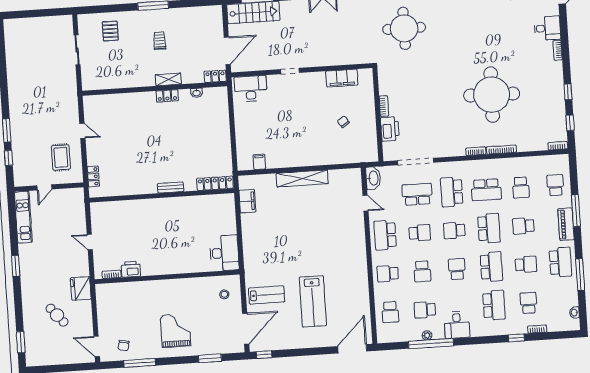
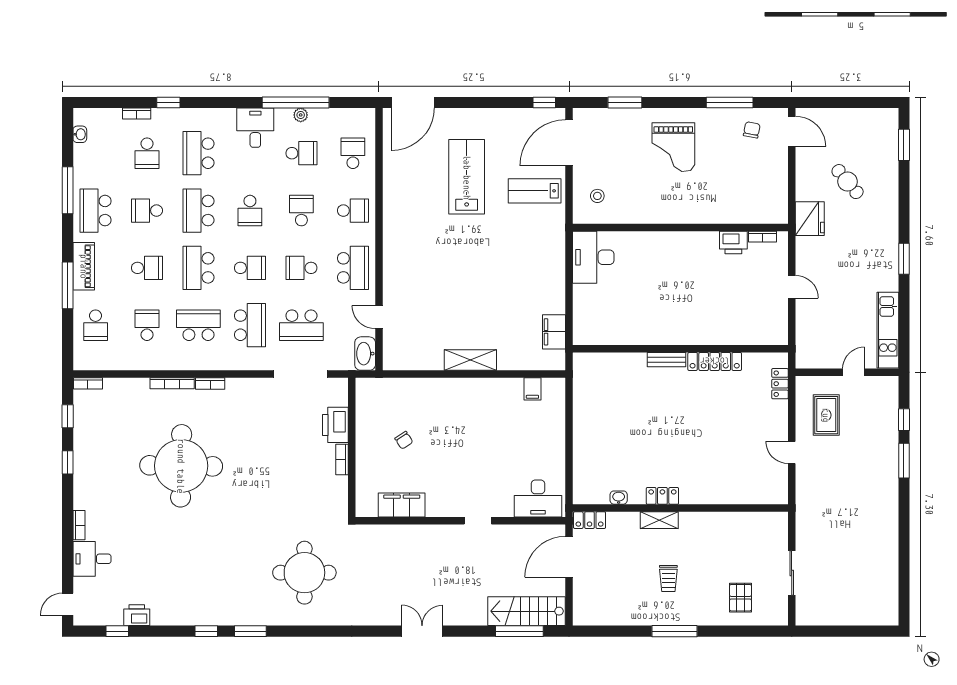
shelving: (302, 178) -> (470, 360), width x0.68
locker: (215, 183) -> (715, 361), moved

